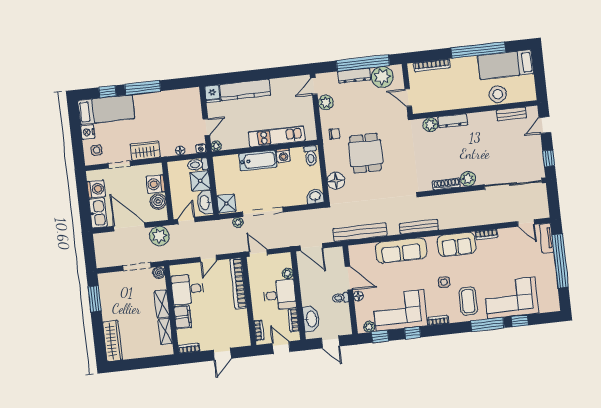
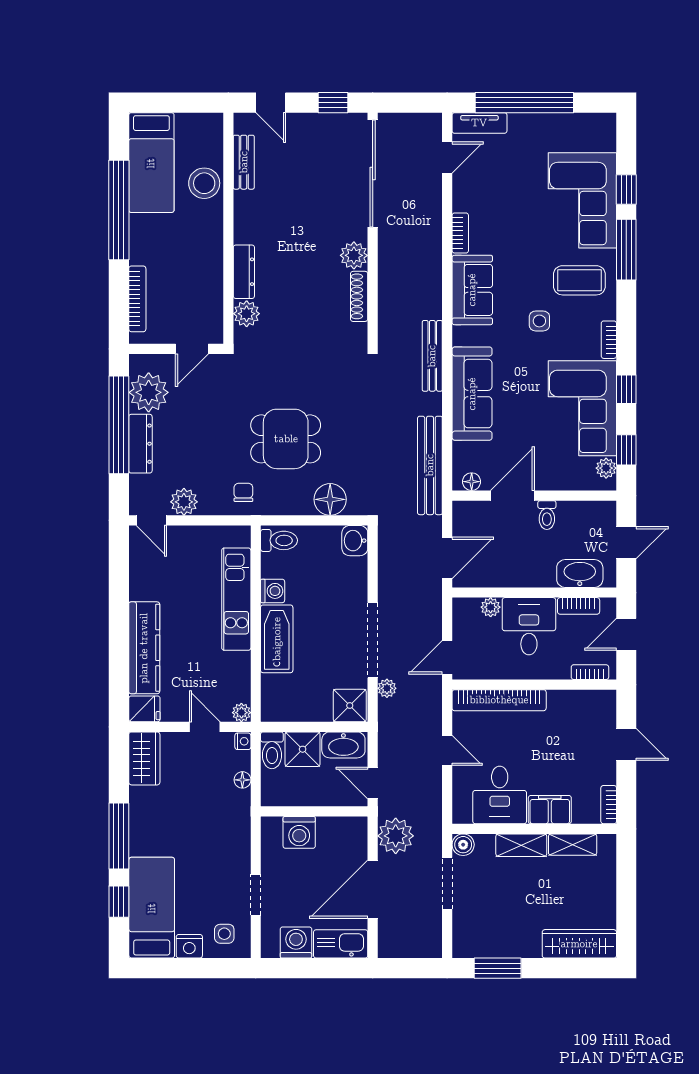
wardrobe: (145, 151) -> (144, 758), moved, turned 180
boiler: (158, 202) -> (332, 831), removed
floor lamp: (358, 296) -> (472, 482), moved

